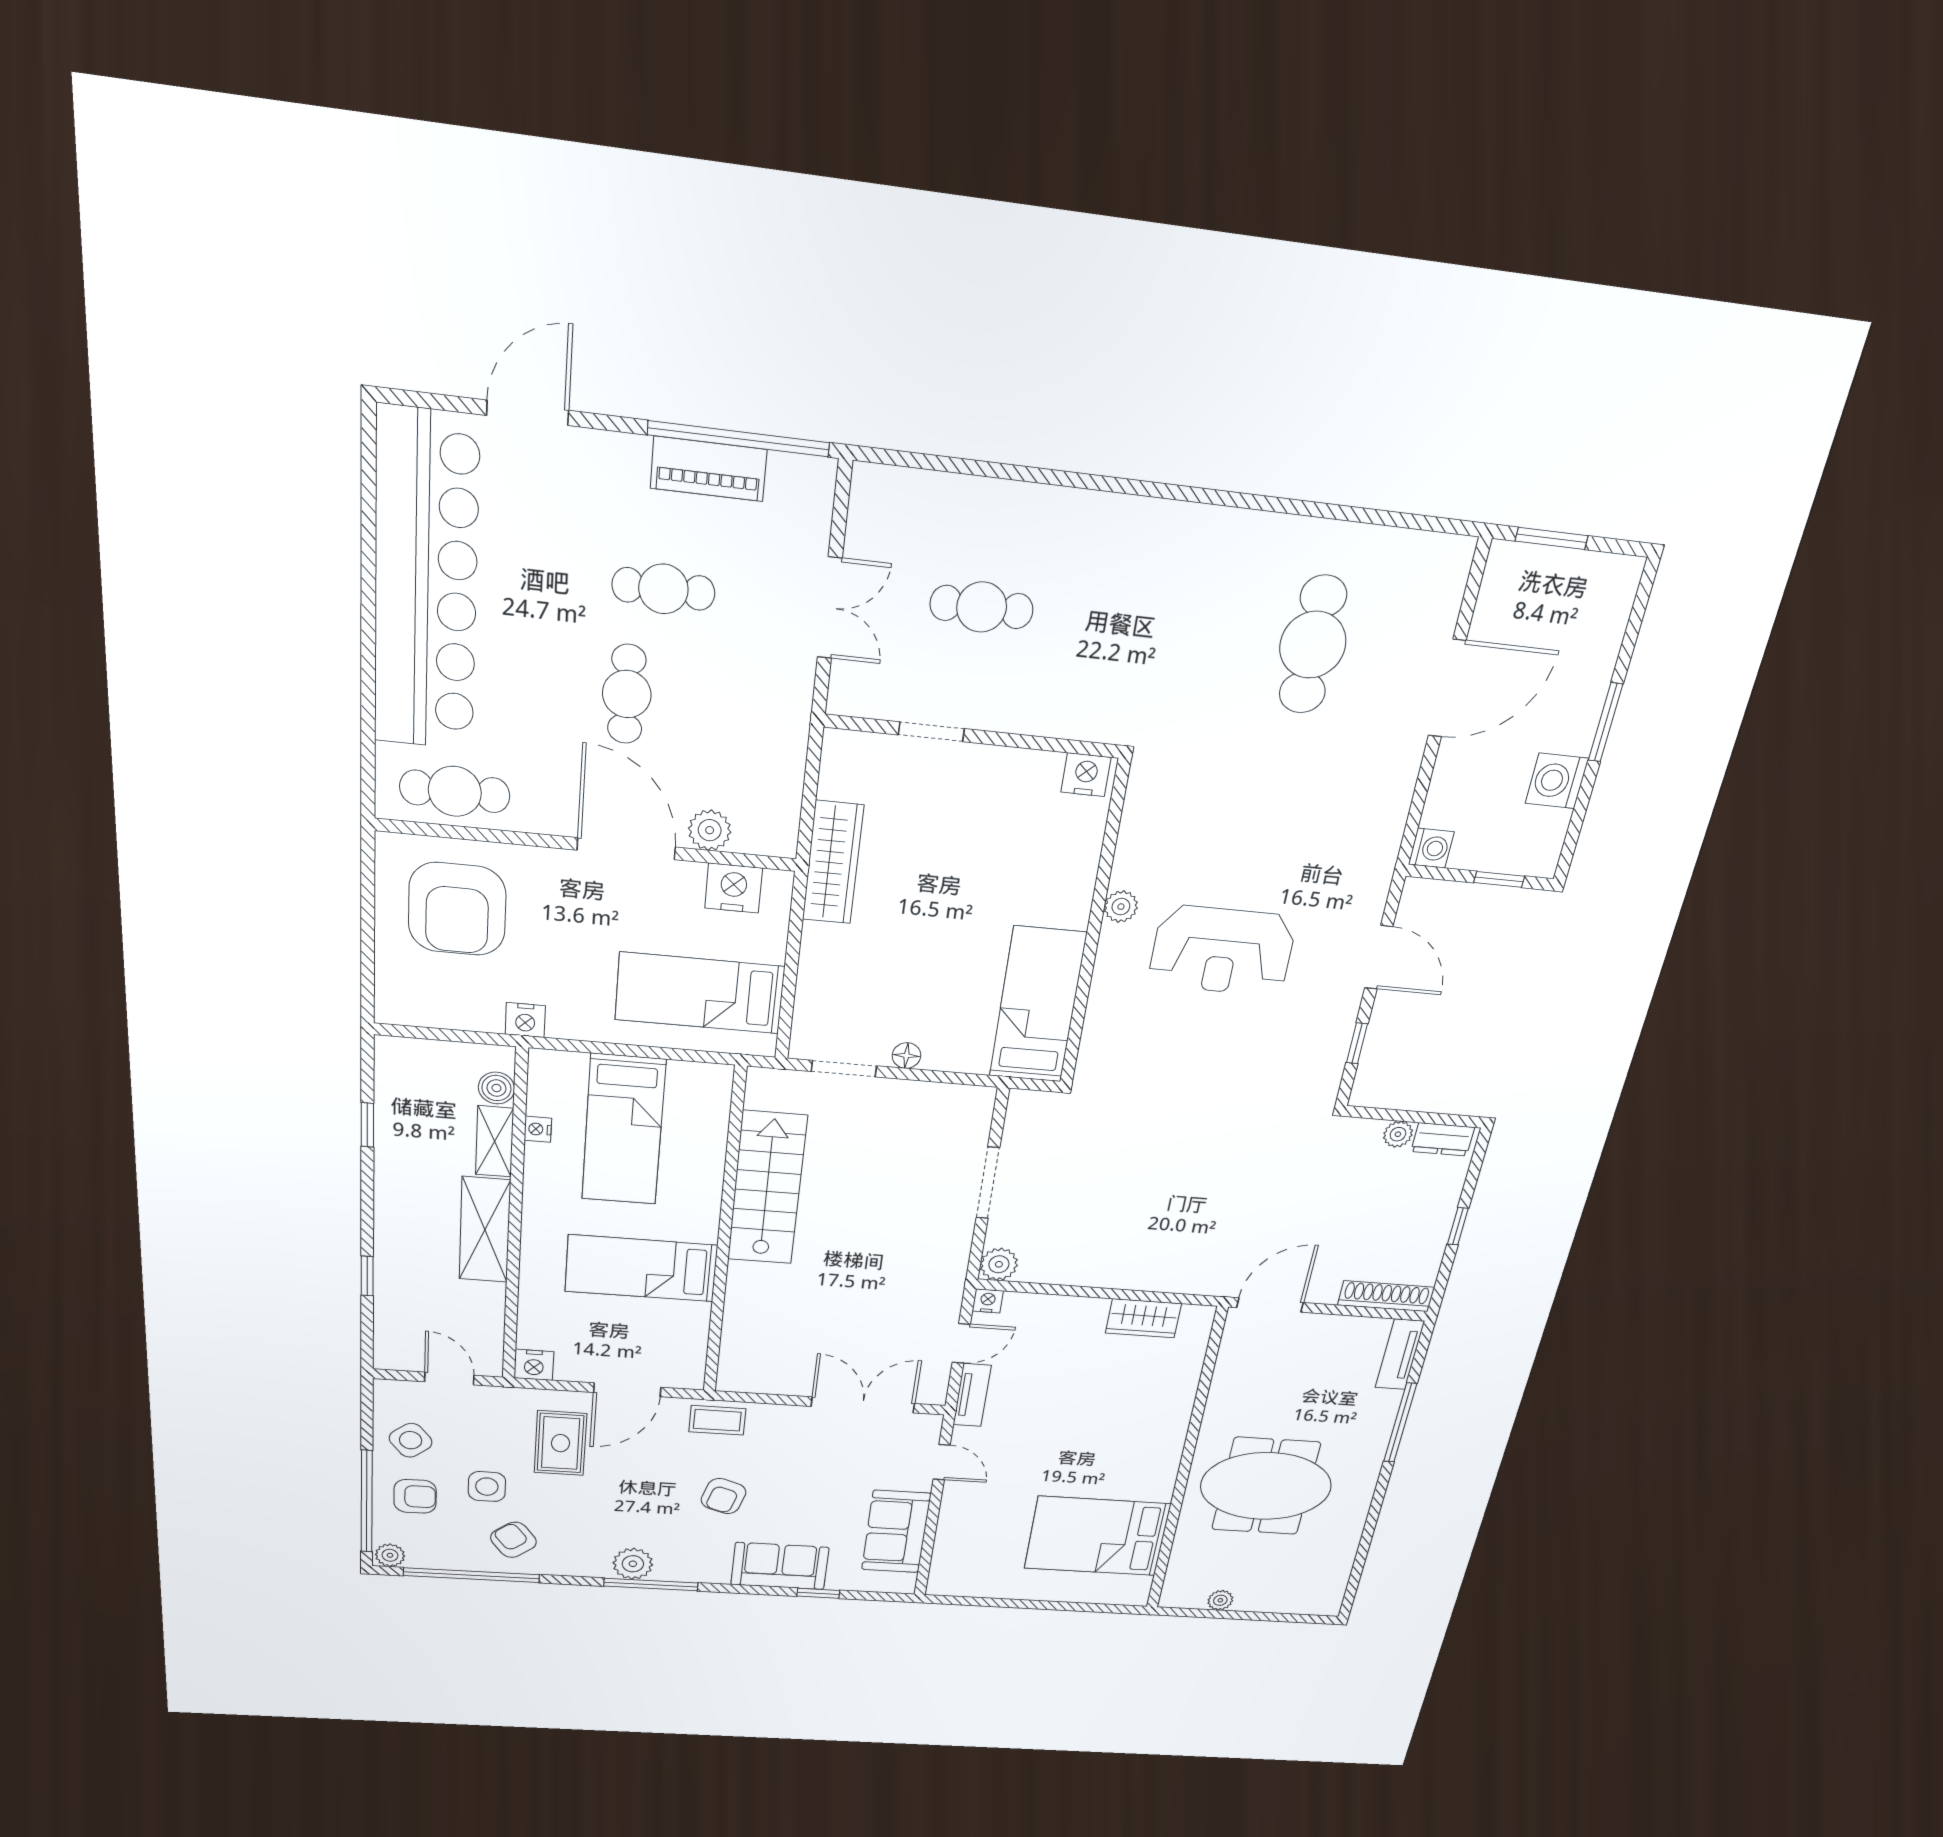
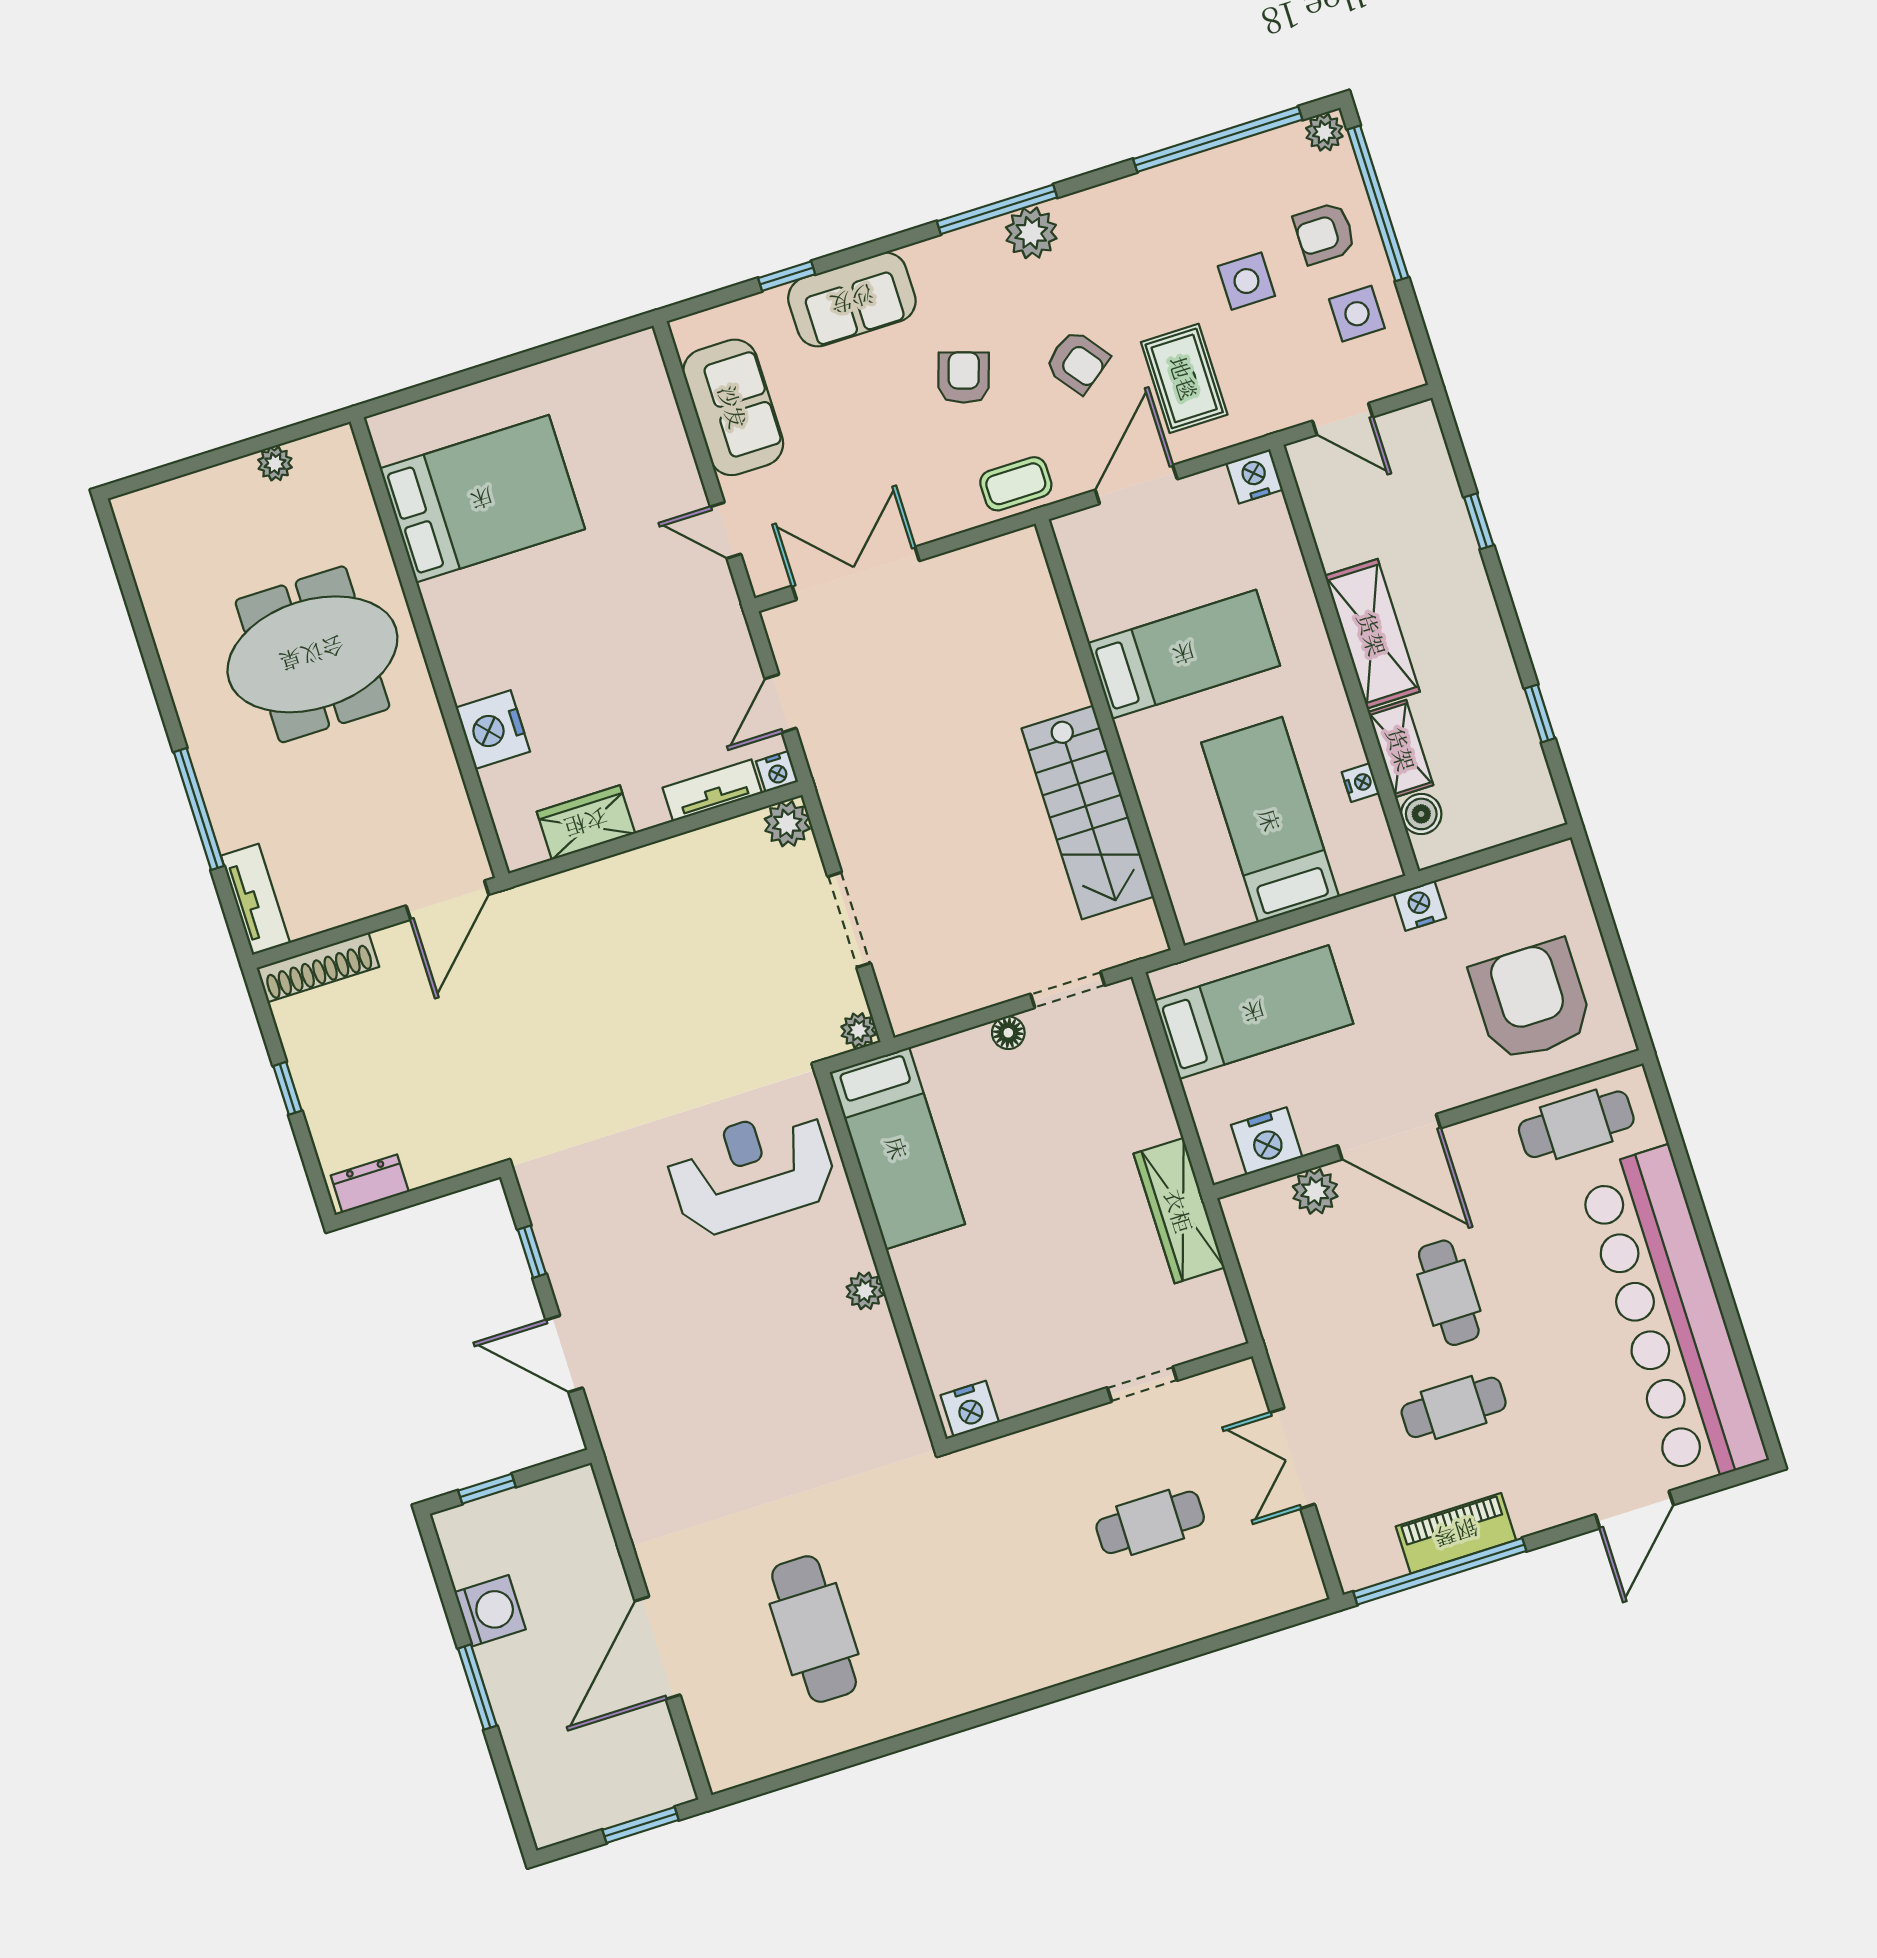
washing machine: (1431, 848) -> (578, 1489), removed
reception desk: (1222, 951) -> (751, 1171), moved
plant: (1398, 1134) -> (859, 1030), moved
tv unit: (972, 1395) -> (712, 790), moved, turned 90
nightstand: (1173, 1399) -> (493, 730), added
double door: (863, 1405) -> (856, 573), swing flipped
side table: (411, 1440) -> (1357, 314), turned 38
armchair: (513, 1540) -> (1077, 362), moved

